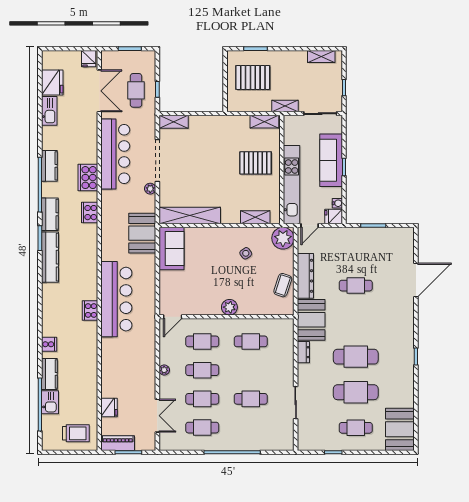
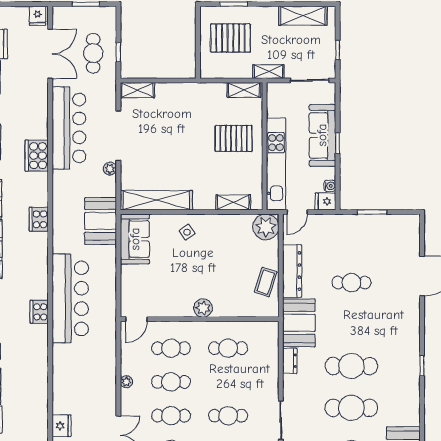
shelving: (321, 56) -> (303, 16), width x1.50, depth x1.33
cooker: (90, 213) -> (39, 219), moved
side table: (246, 253) -> (187, 232), moved

